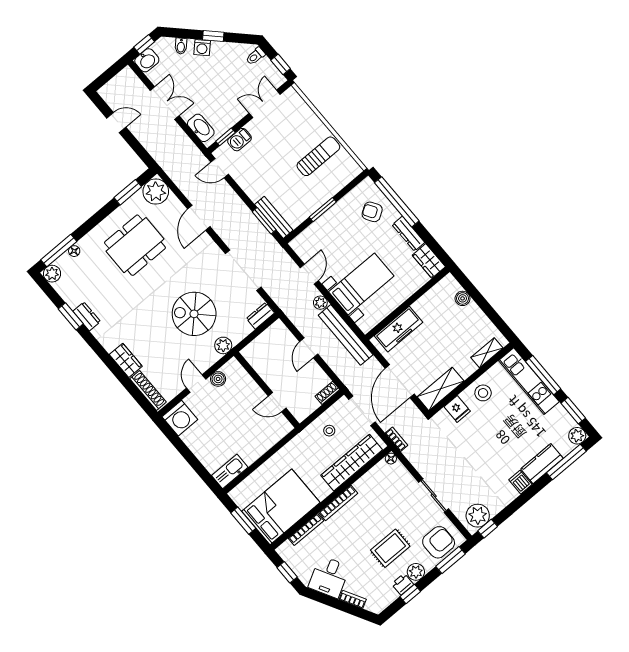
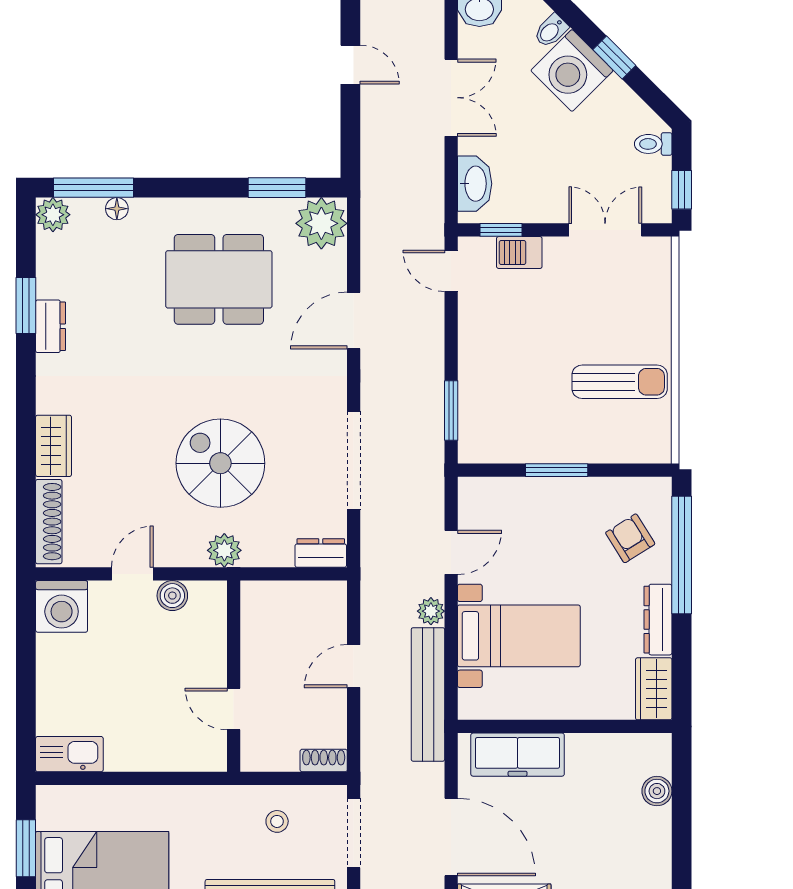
washing machine: (202, 48) -> (572, 71), width x1.89, depth x1.89
bench: (274, 217) -> (470, 418), removed
door: (400, 381) -> (451, 837), swing flipped

